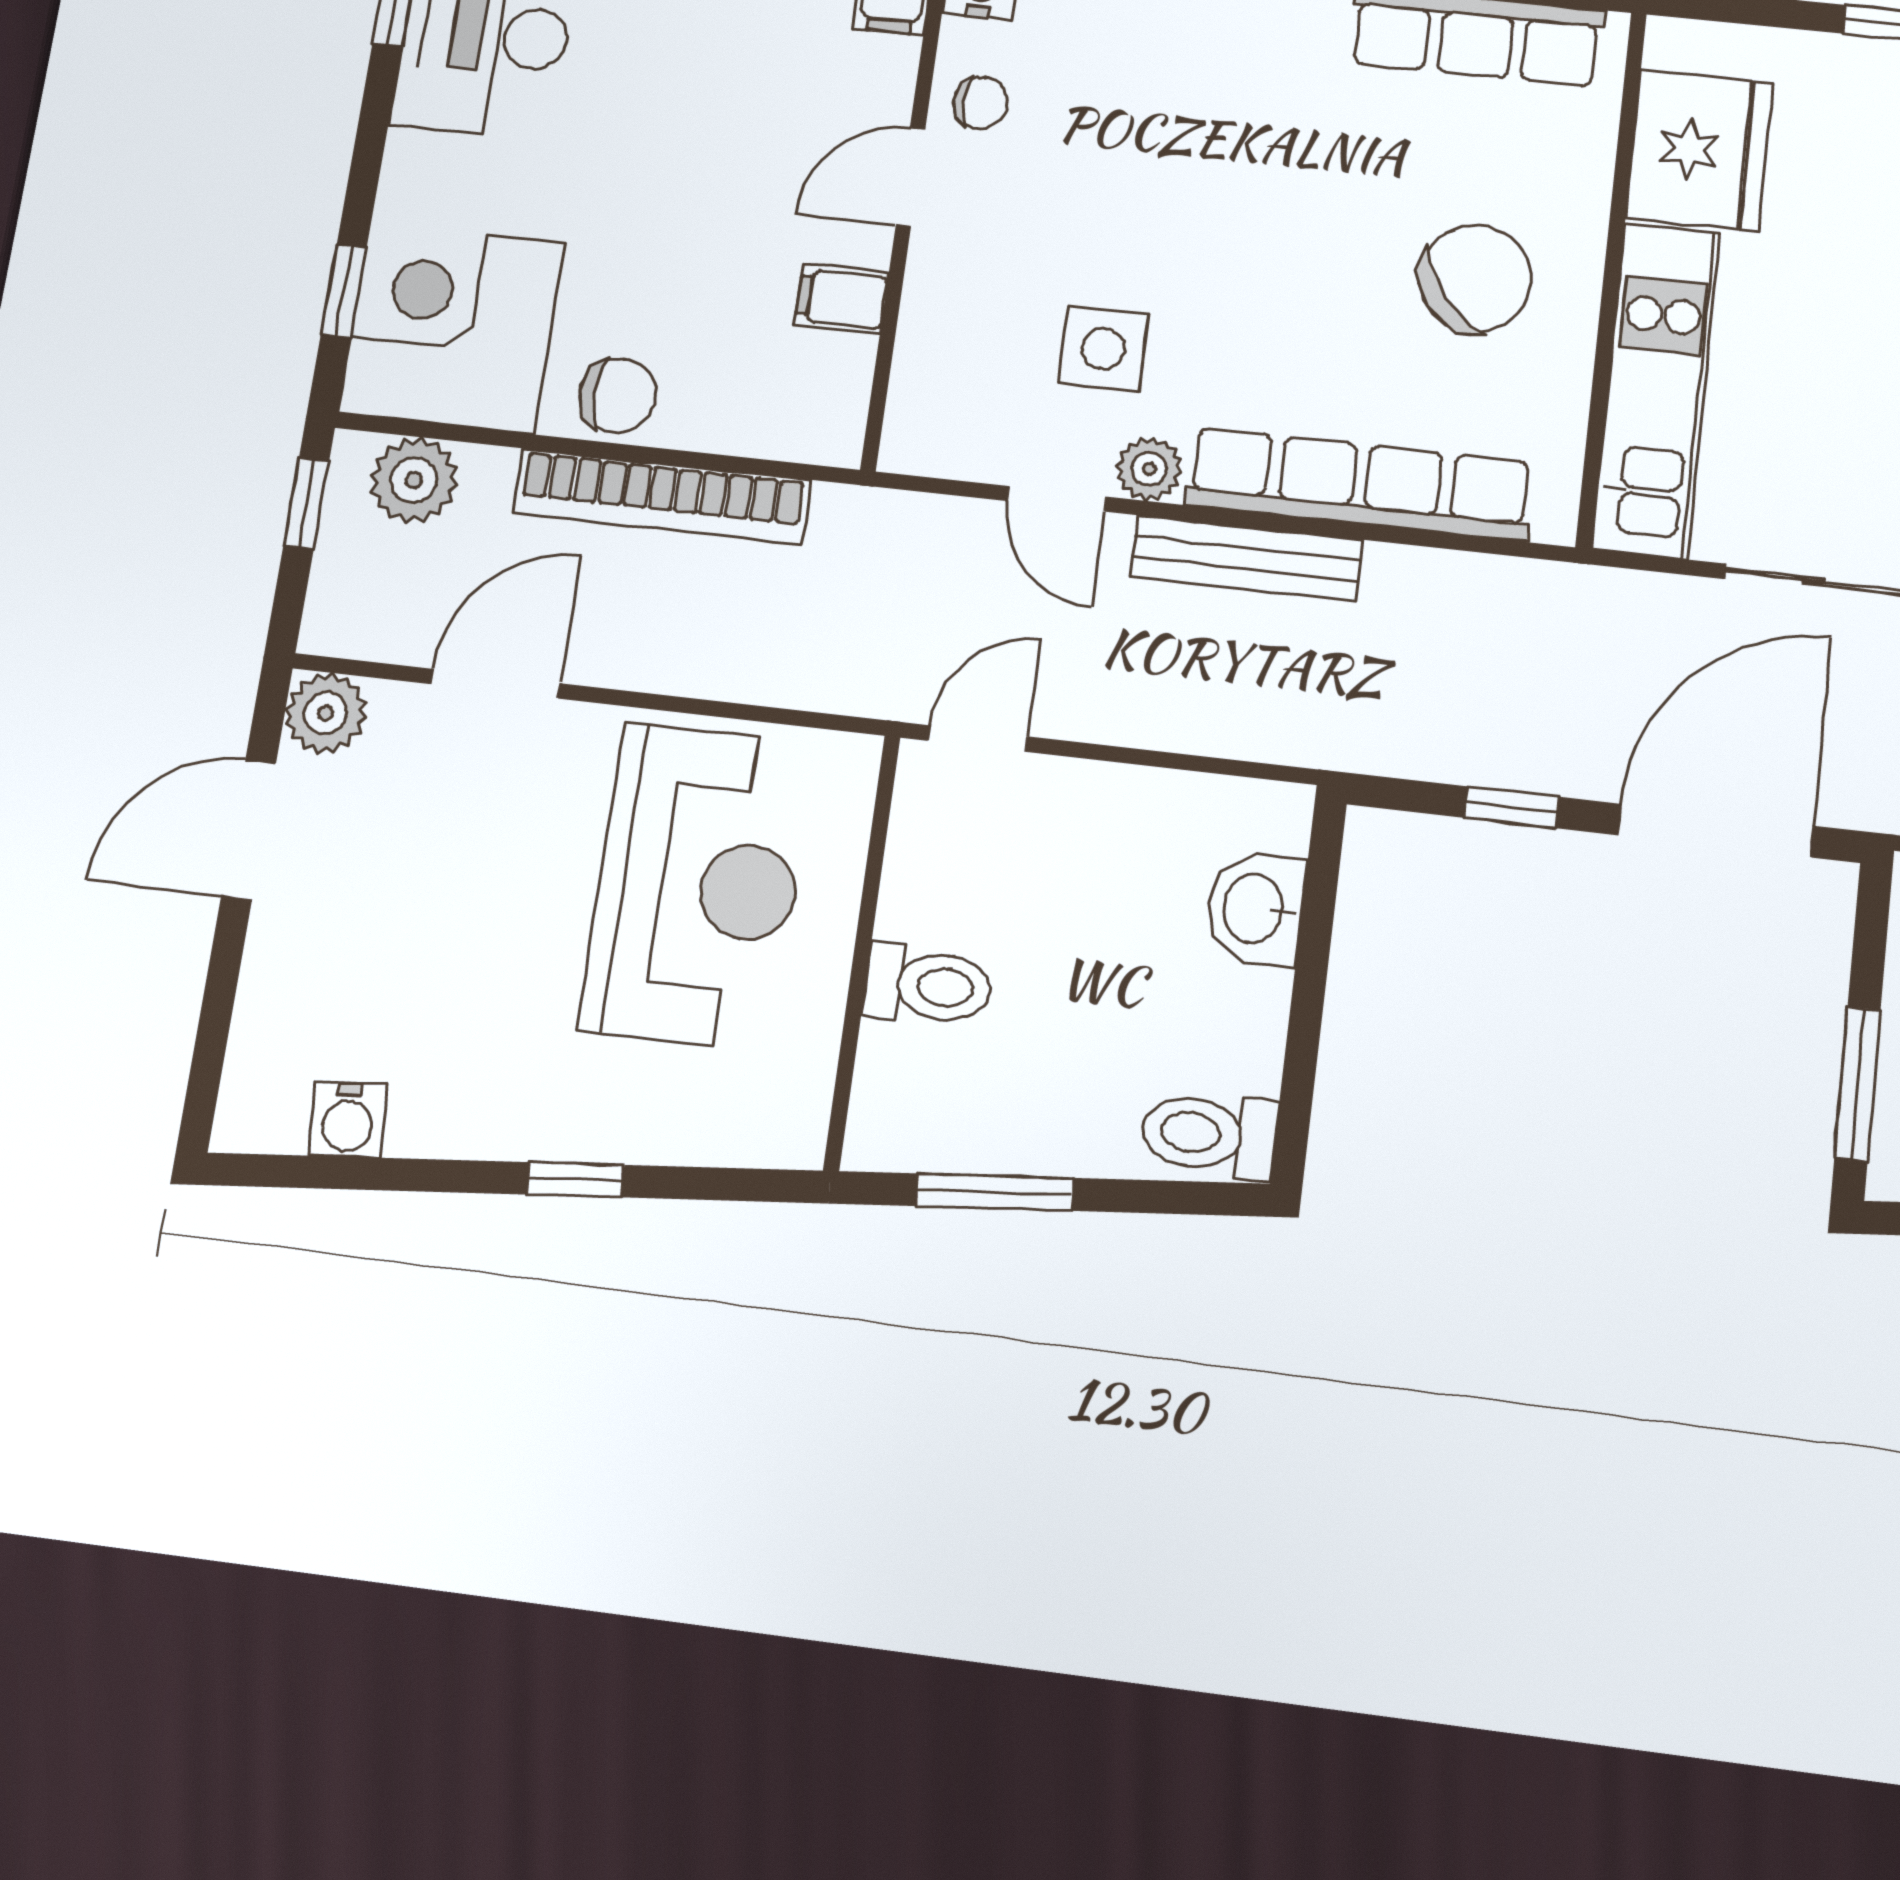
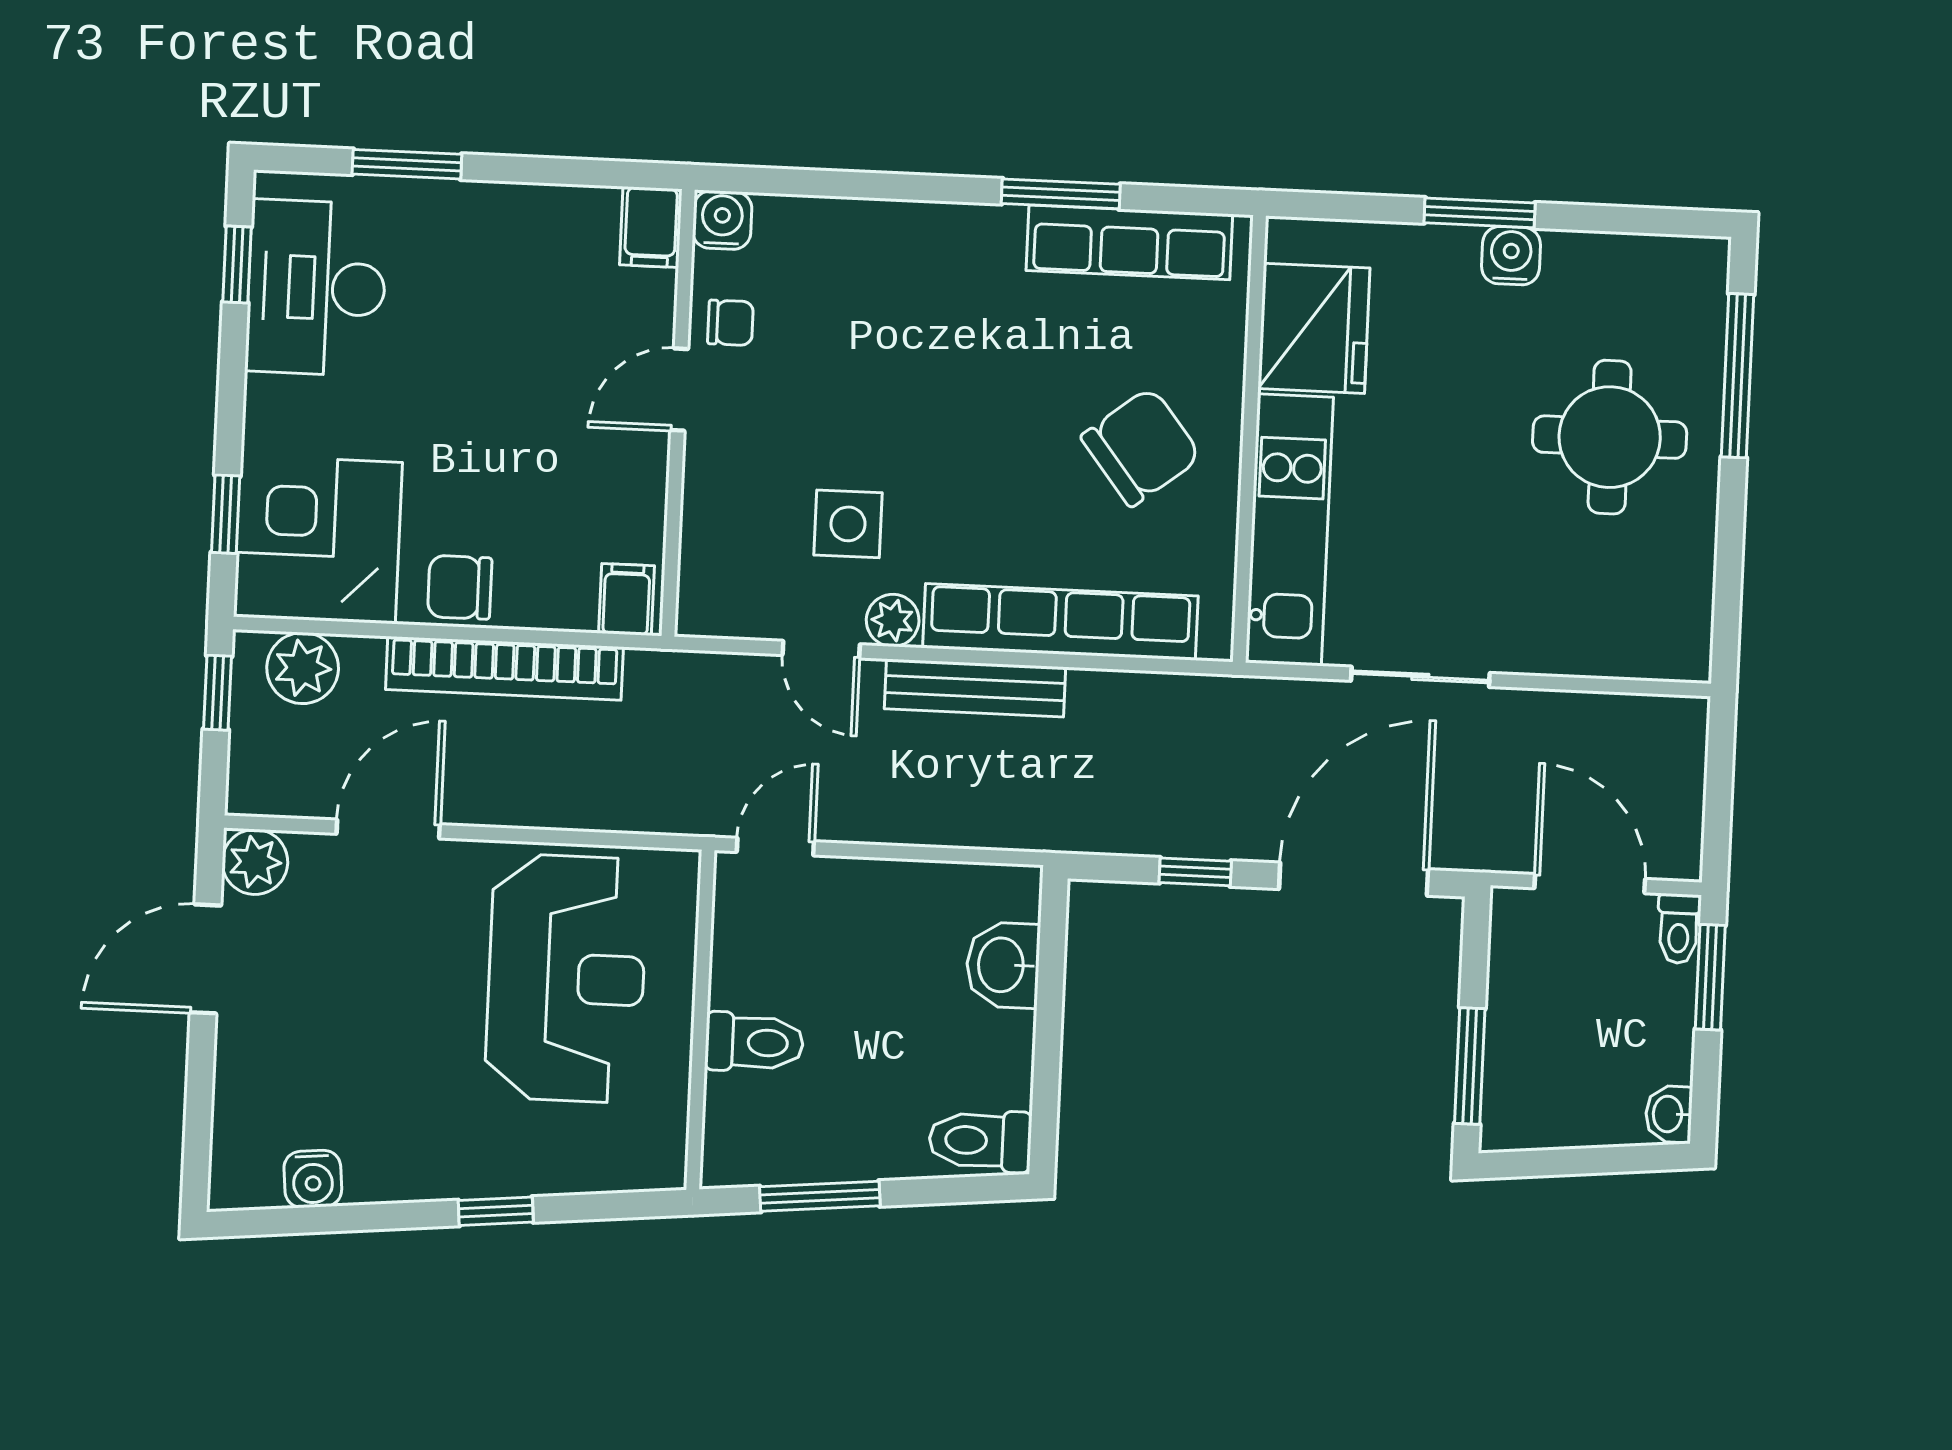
filing cabinet: (842, 299) -> (626, 599), moved, turned 90
chair: (618, 395) -> (460, 587), turned 180

